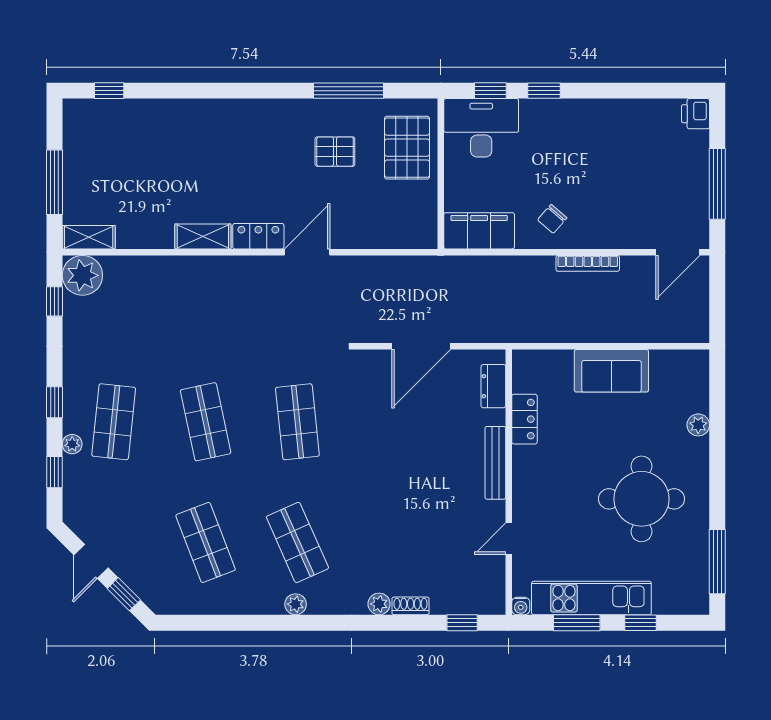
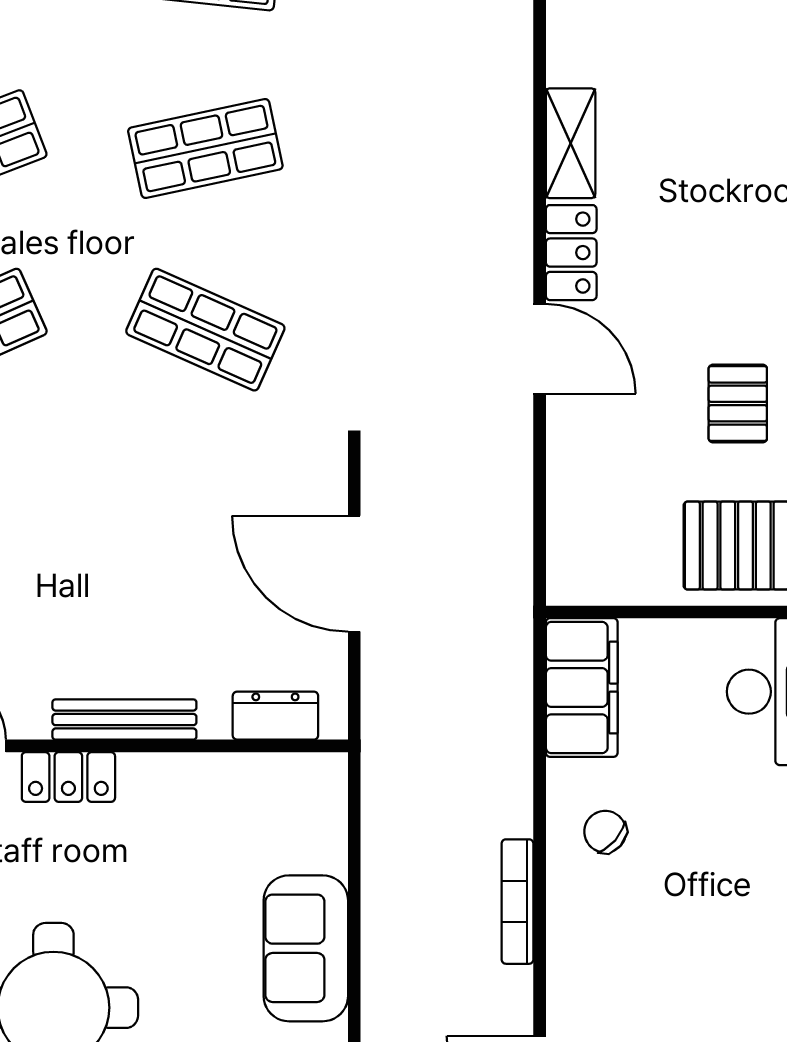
locker: (524, 419) -> (68, 777), moved
shop shelf: (297, 422) -> (205, 330), turned 30

